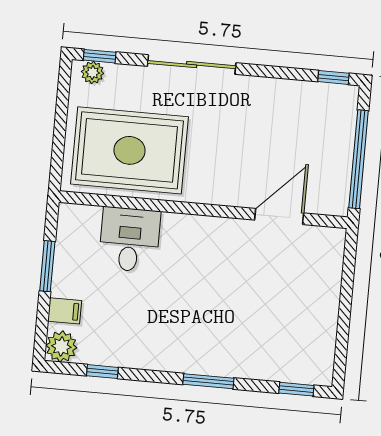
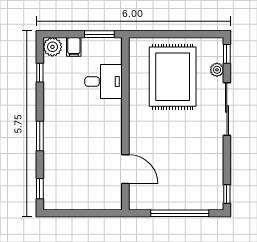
plant: (93, 72) -> (217, 70), moved
wall: (203, 210) -> (125, 124), moved
door: (279, 216) -> (125, 169), moved
desk: (129, 240) -> (104, 82), moved

